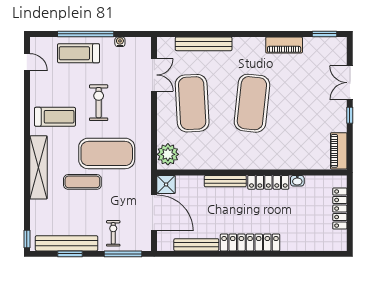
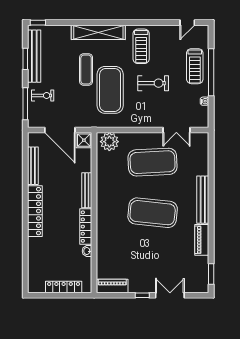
bench: (204, 44) -> (203, 200), moved
treadmill: (78, 53) -> (195, 66), turned 180
door: (154, 213) -> (60, 130), hinge flipped

